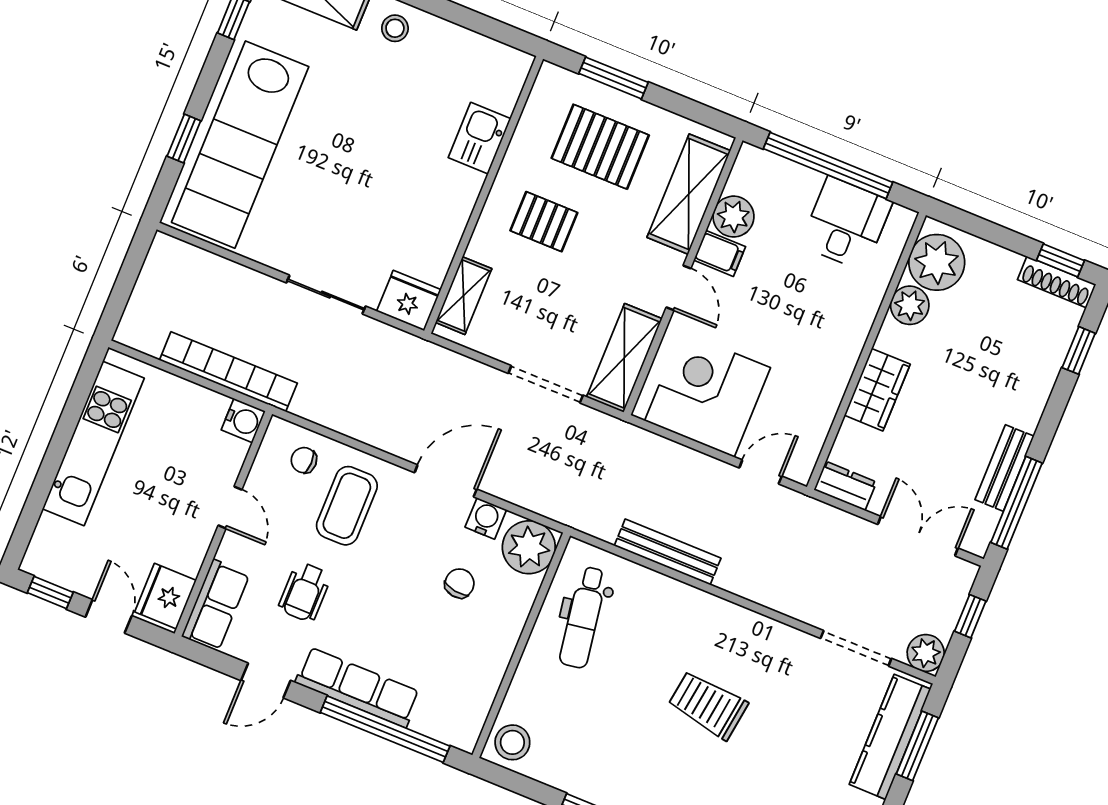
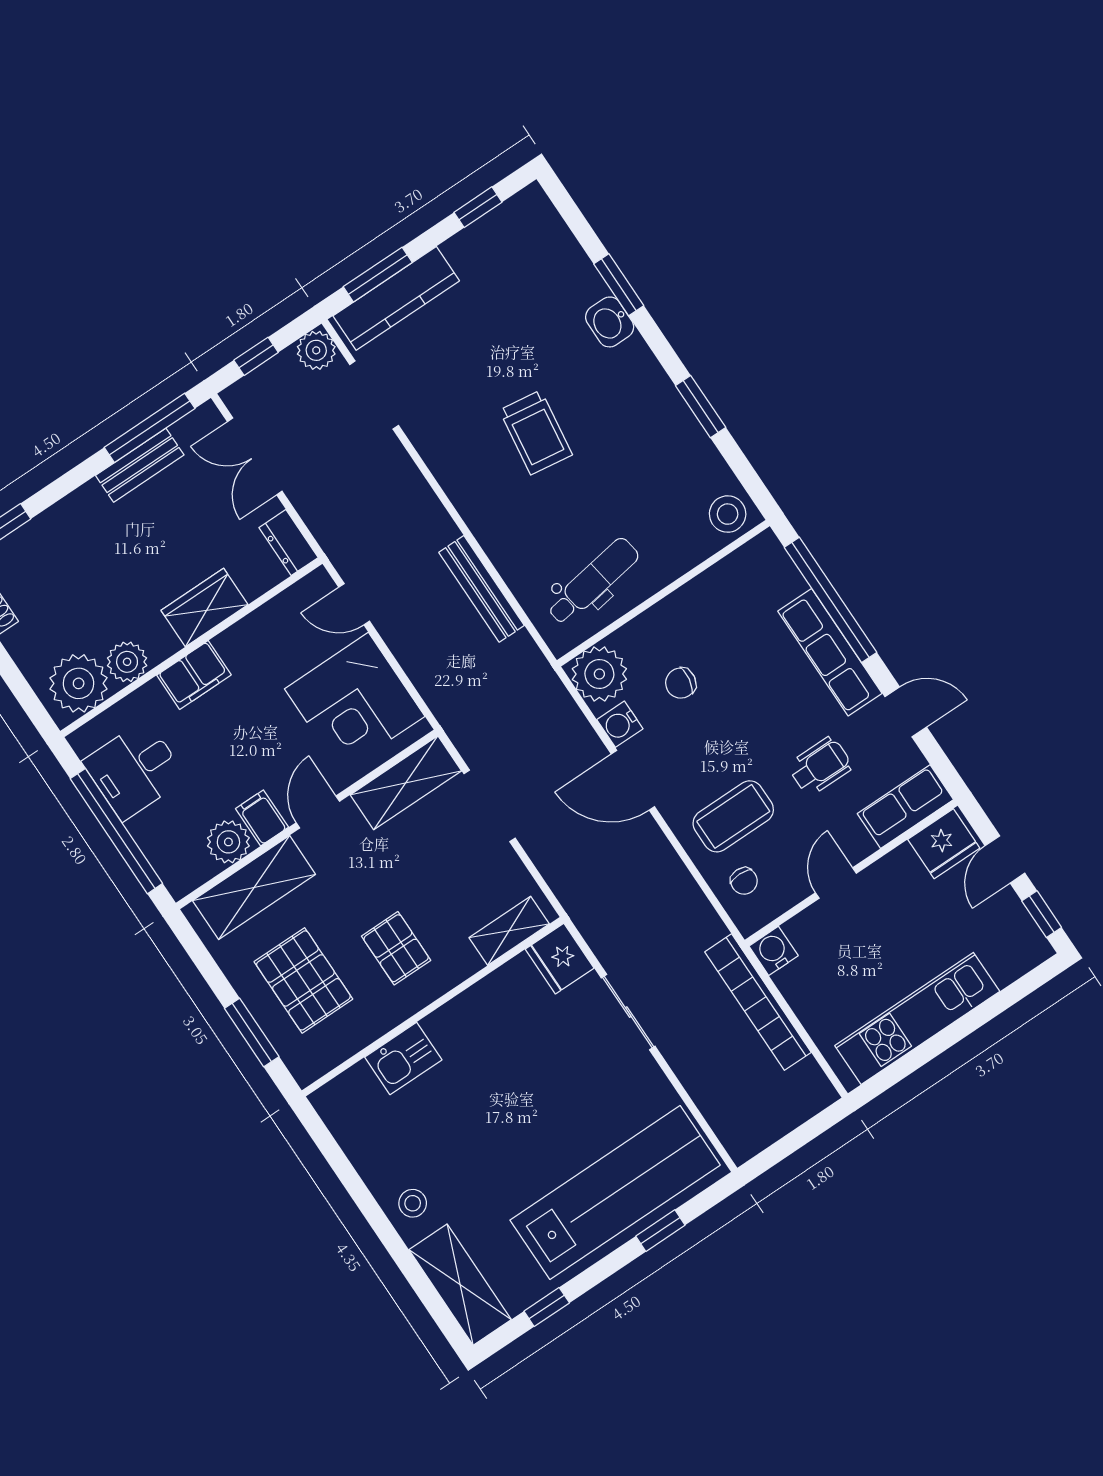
filing cabinet: (850, 330) -> (194, 675), added

